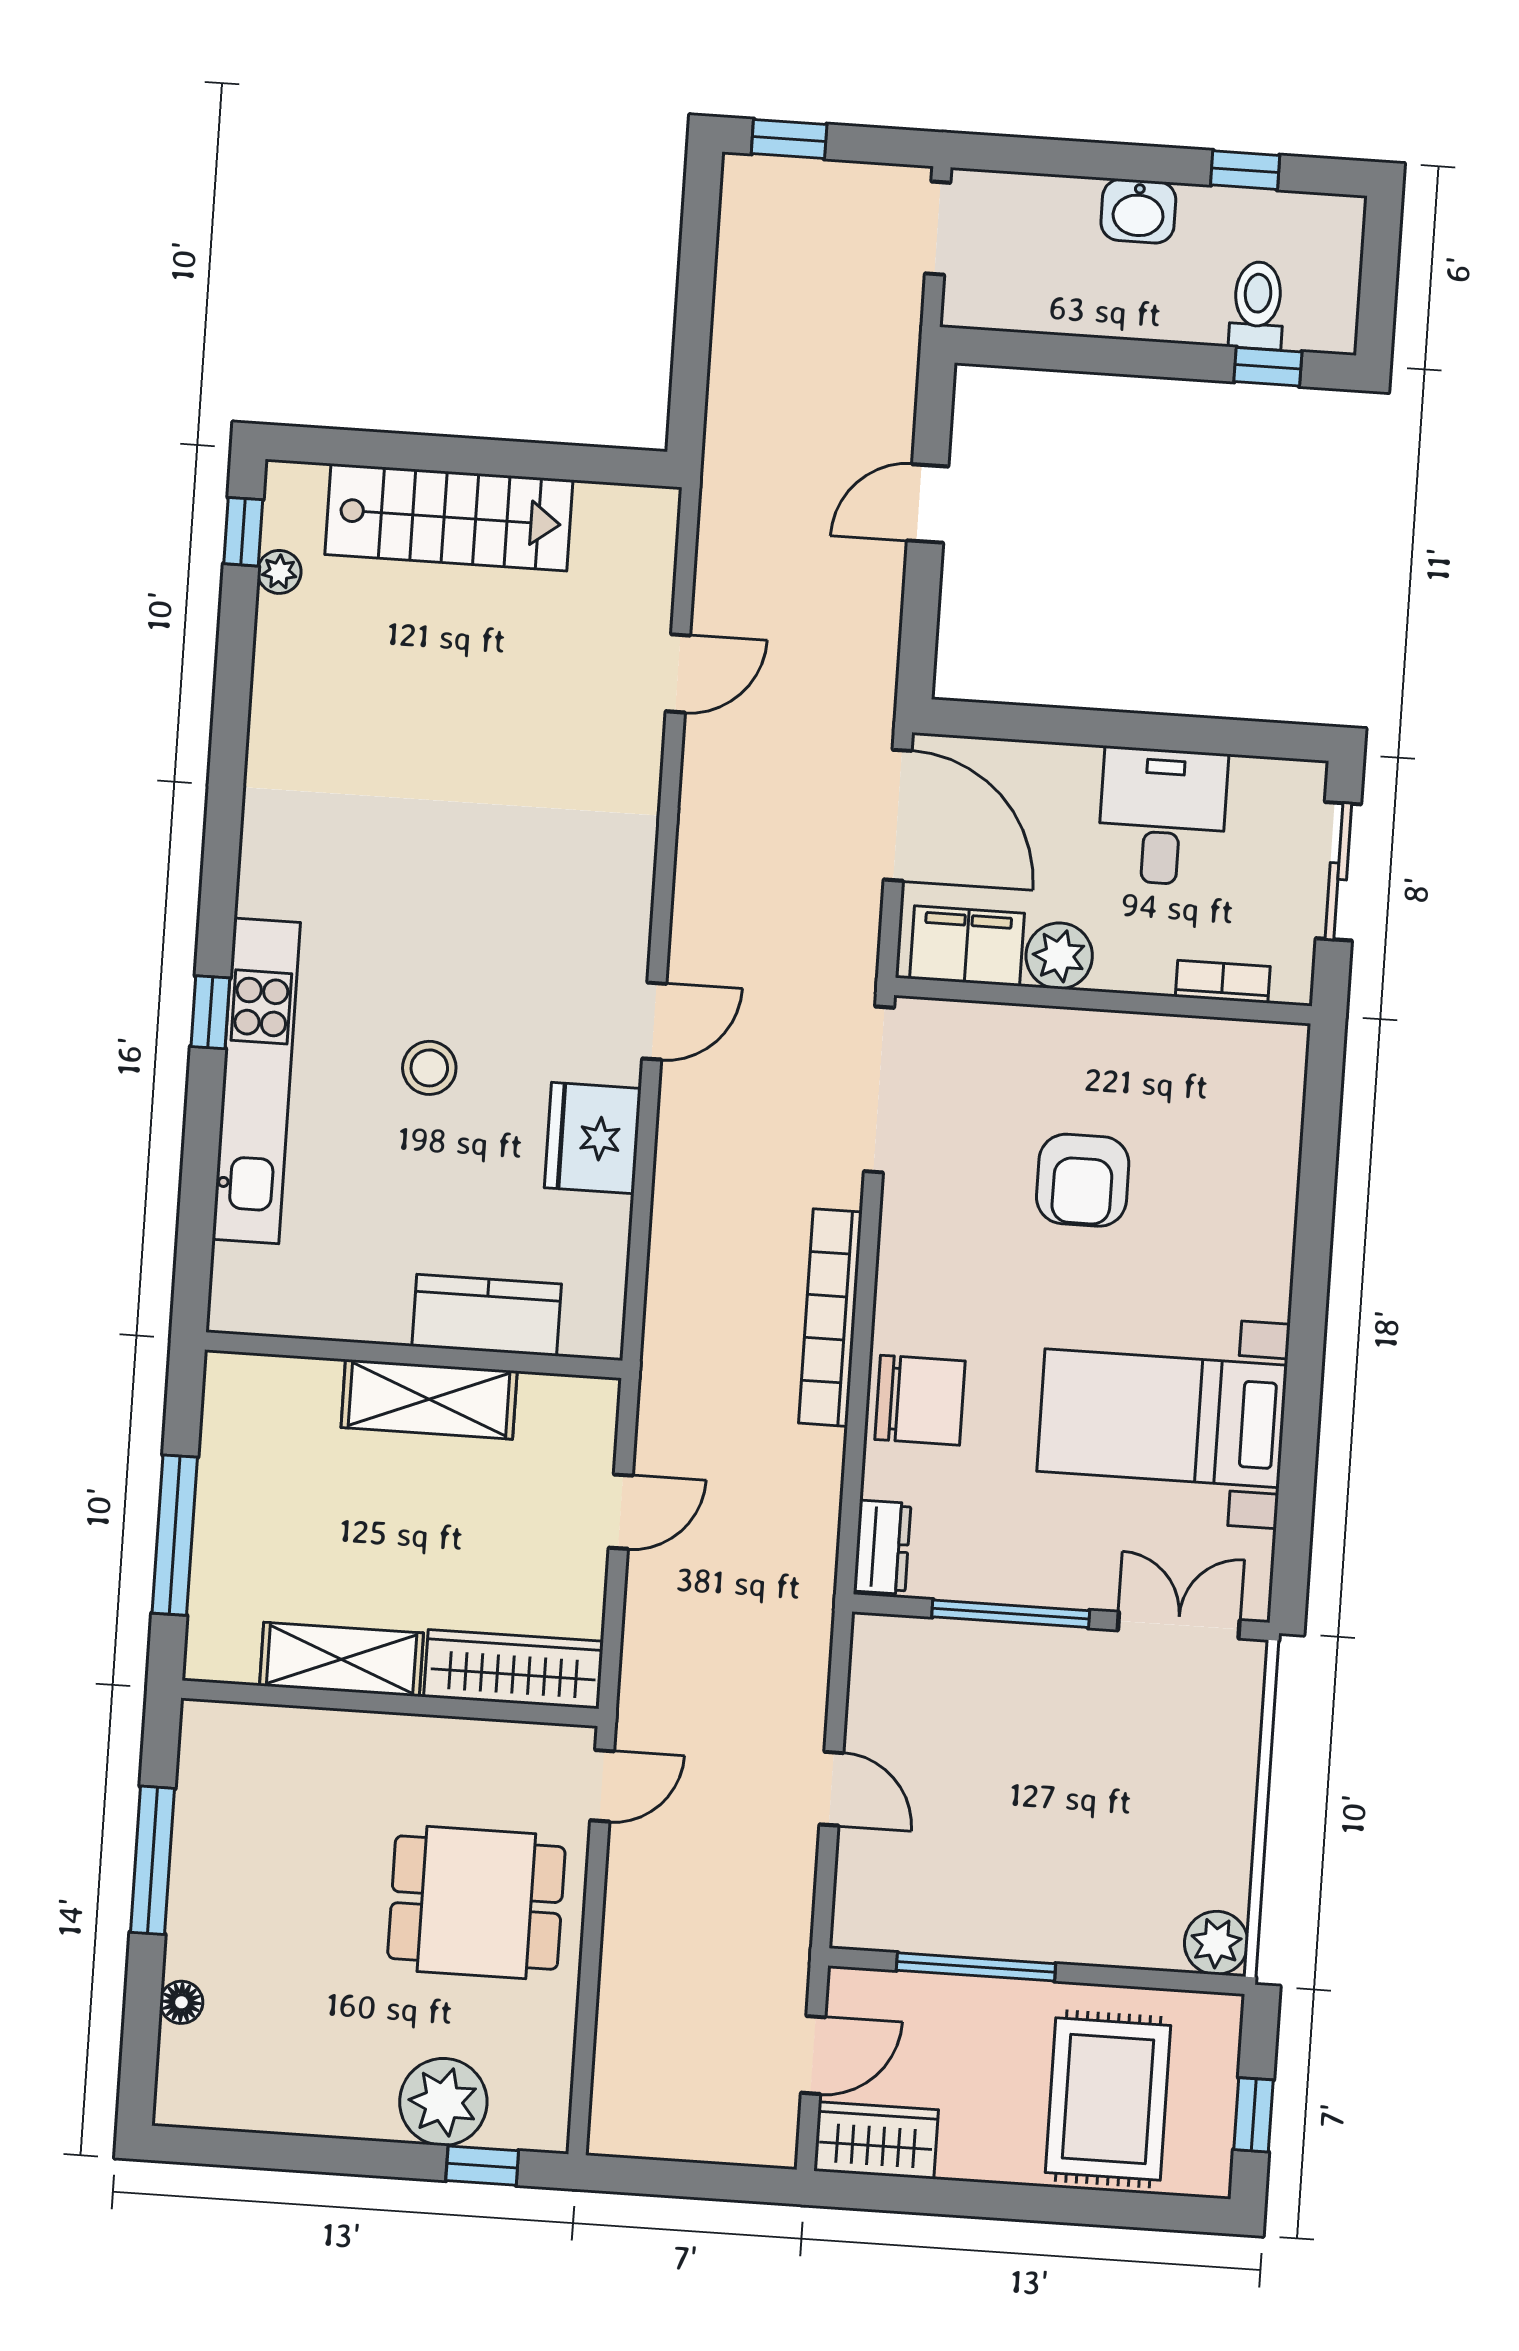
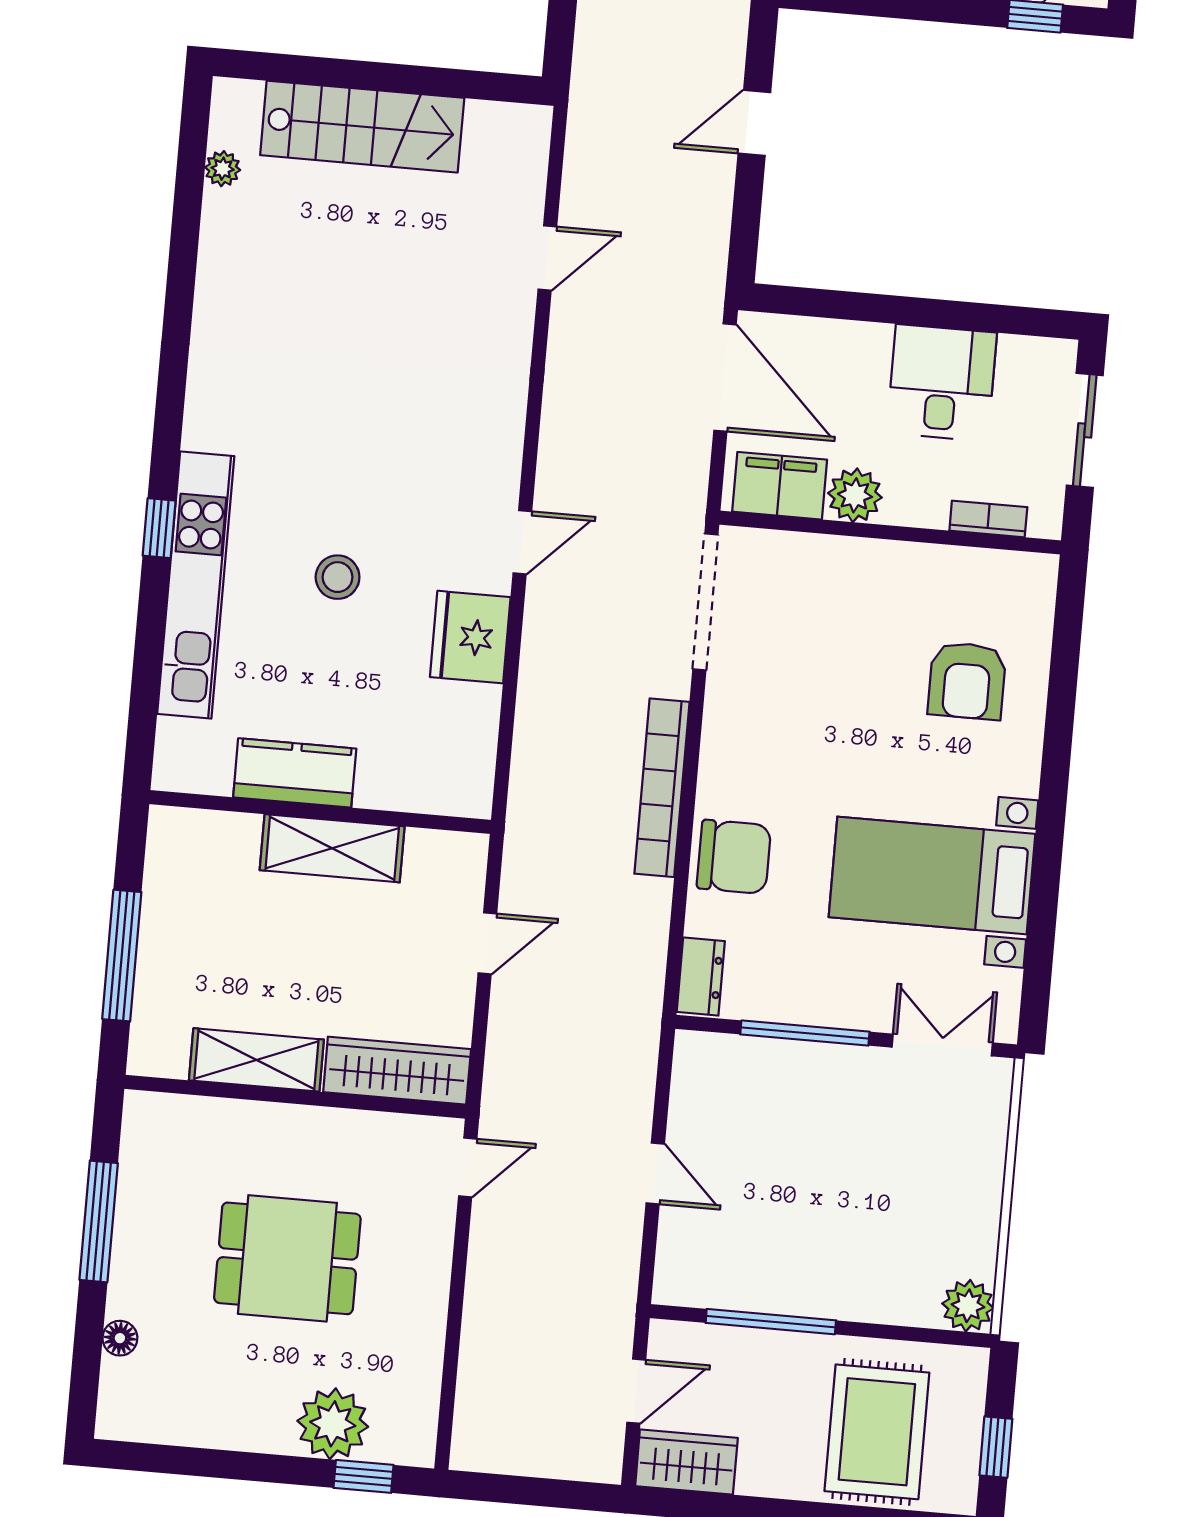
window: (243, 532) -> (194, 135), removed
armchair: (1083, 1180) -> (967, 681), moved
kitchen counter: (487, 1315) -> (295, 773), moved
dining table: (476, 1903) -> (287, 1258), moved

